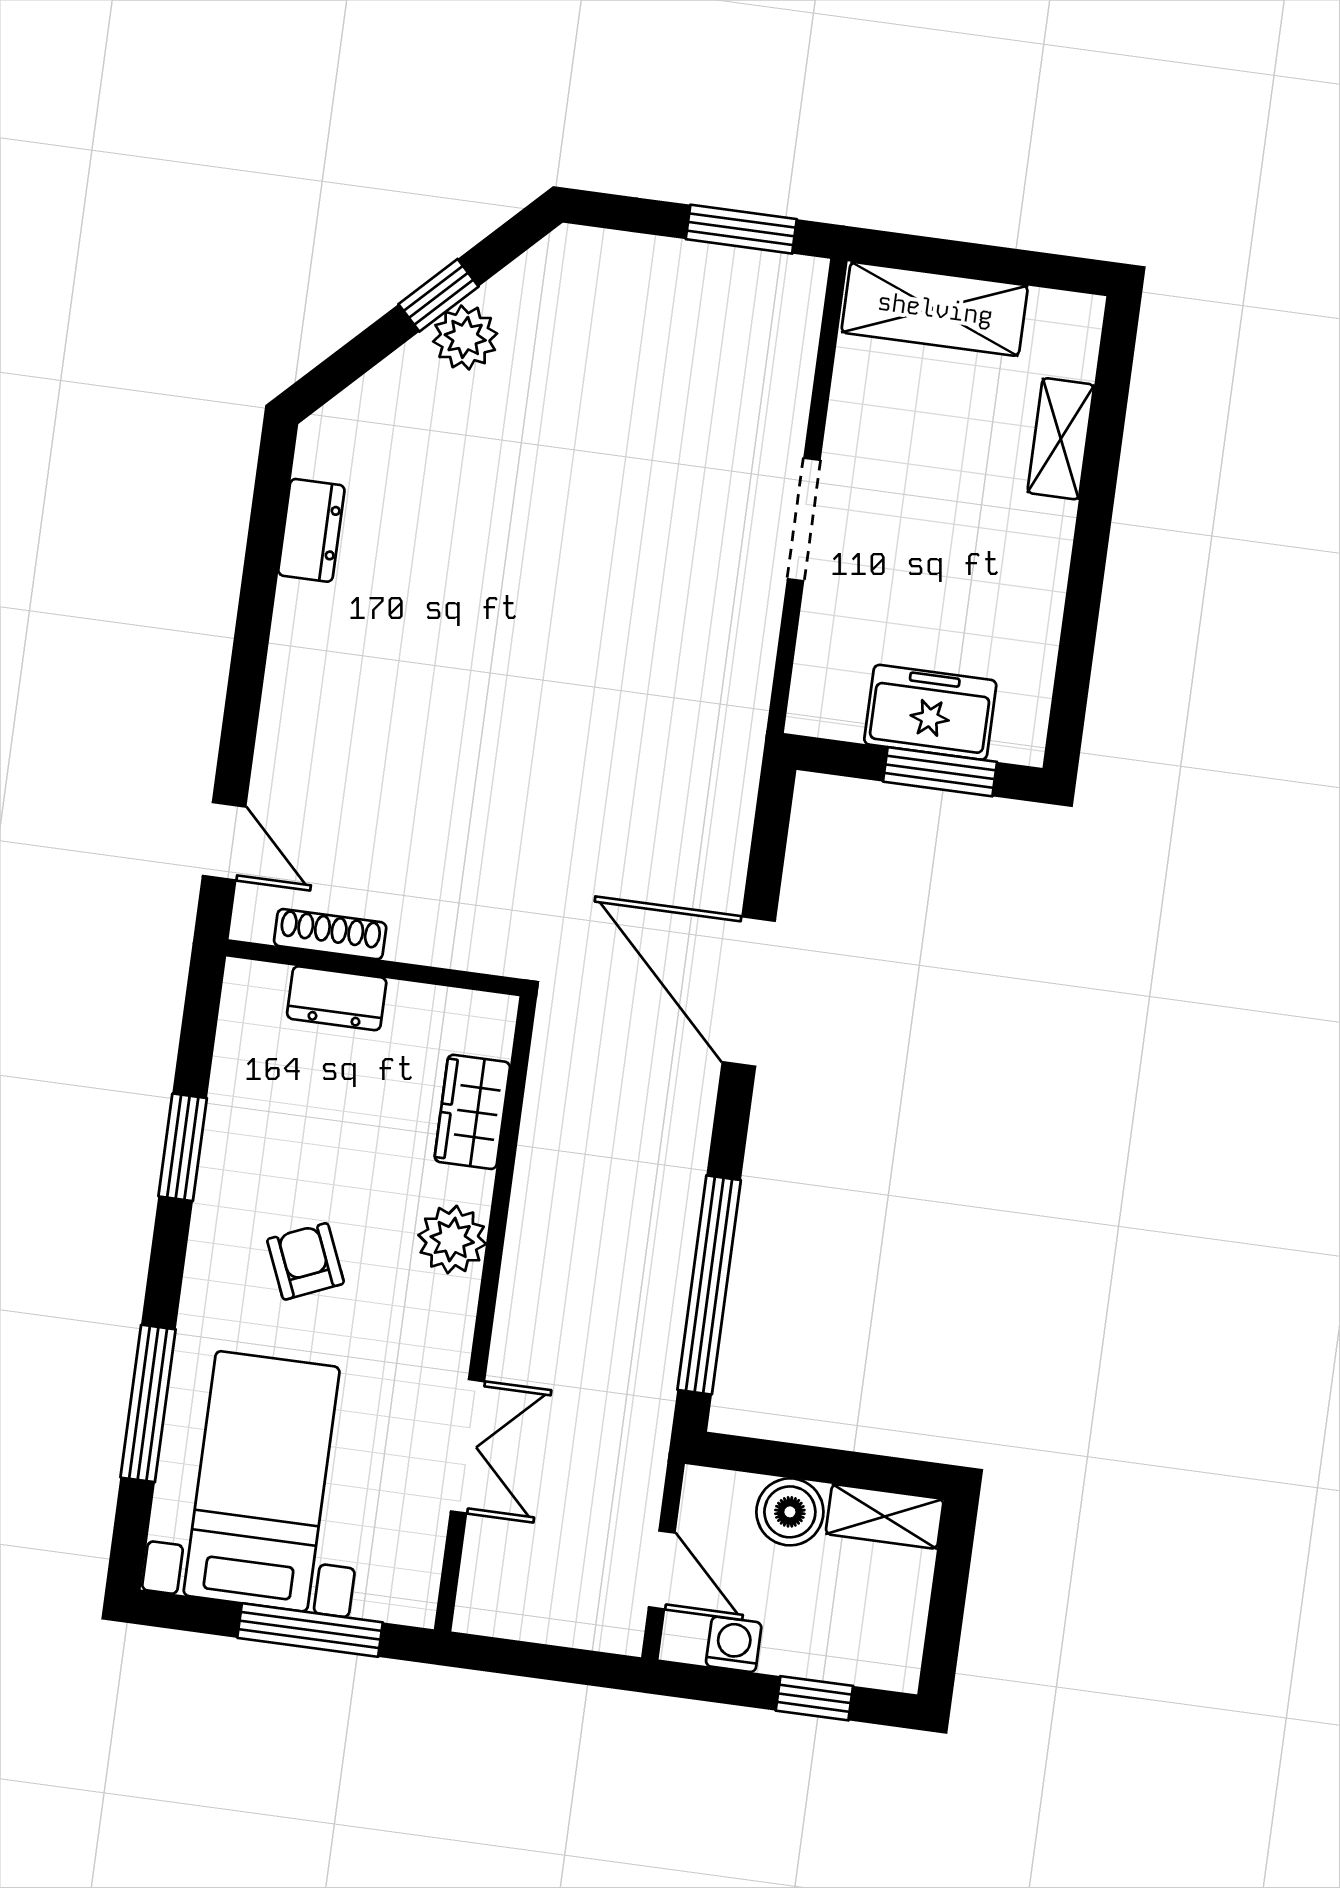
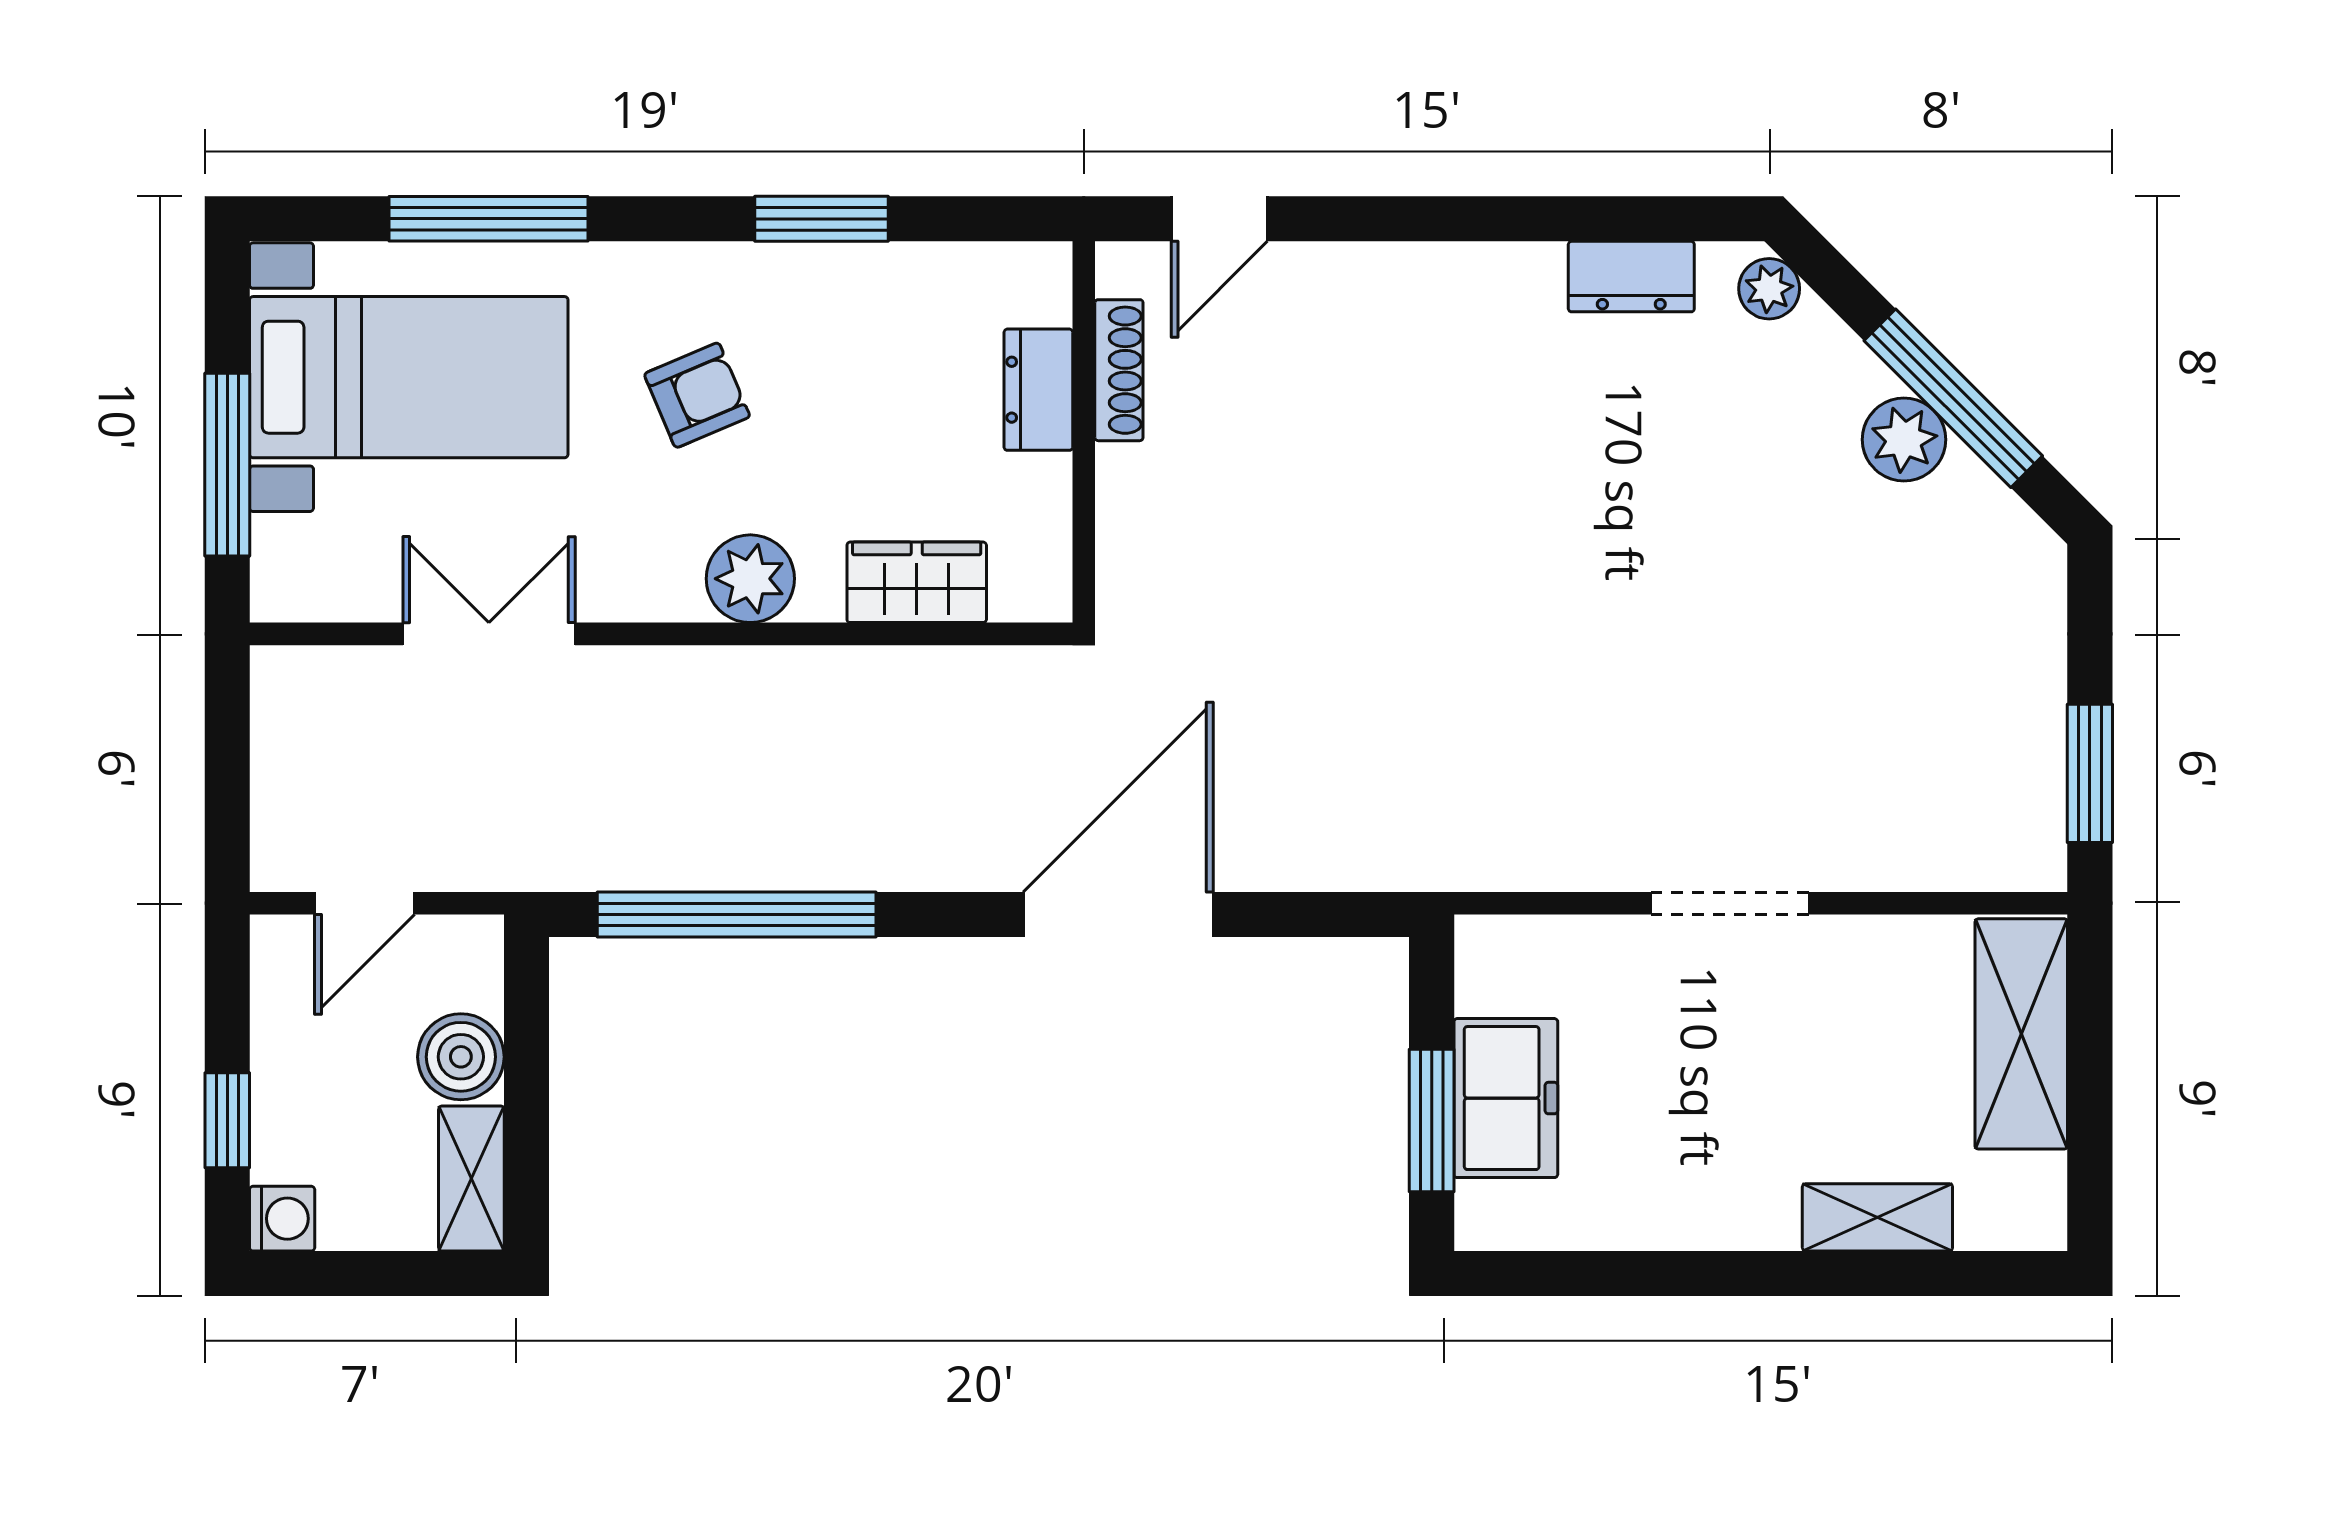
window: (438, 295) -> (1953, 398), width x2.17
plant: (335, 426) -> (1769, 289), added
double door: (468, 1446) -> (489, 634), swing flipped
washing machine: (734, 1644) -> (282, 1219), moved

